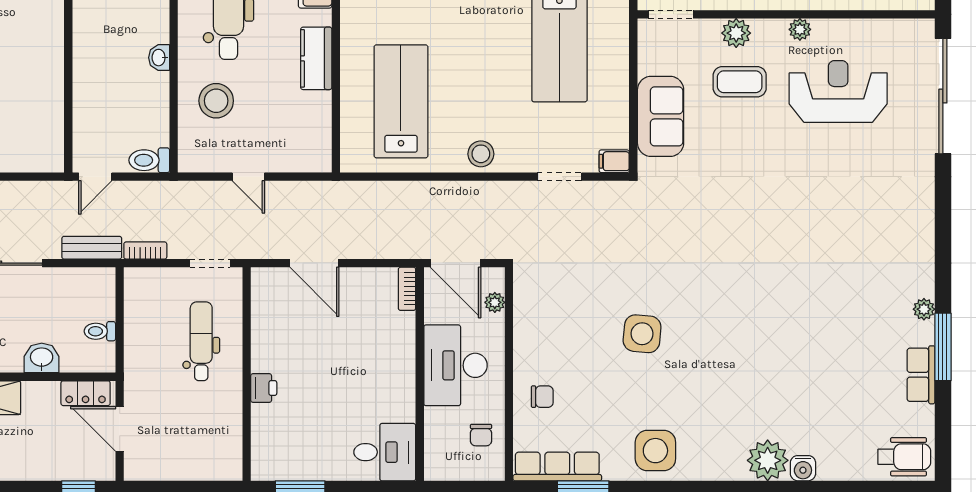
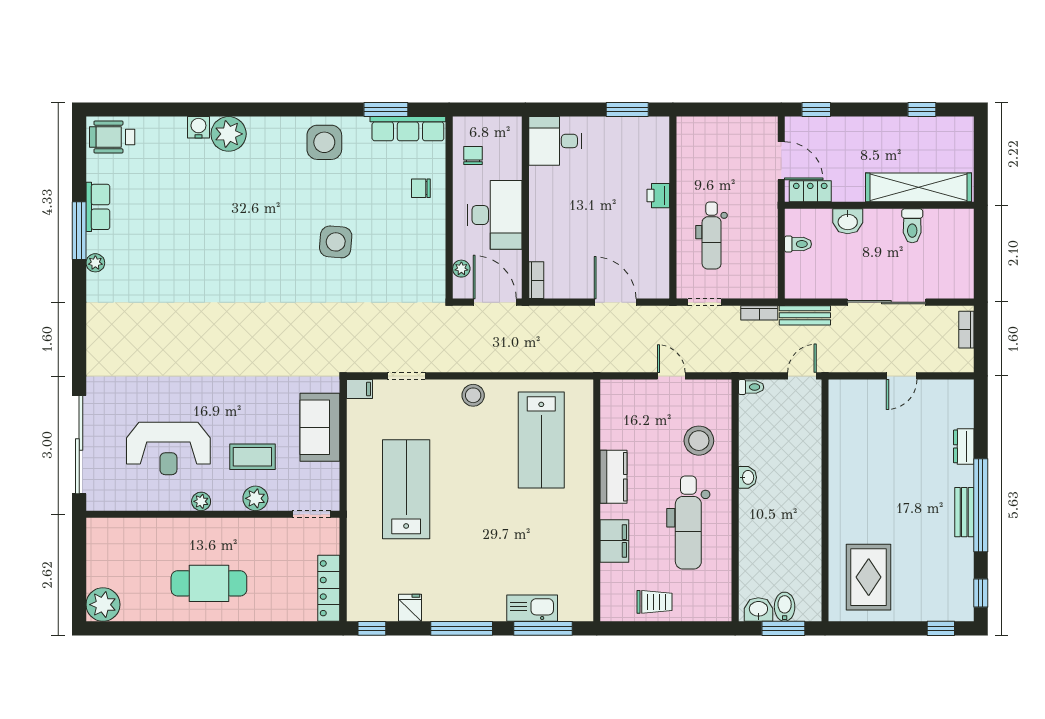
toilet: (149, 160) -> (751, 387), width x0.73, depth x0.72

